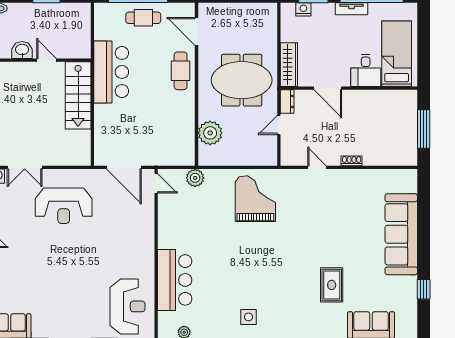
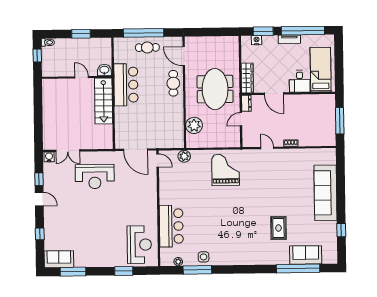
washbasin: (22, 50) -> (104, 70), moved
meeting table: (242, 80) -> (215, 89), turned 90
side table: (248, 317) -> (204, 257), moved

